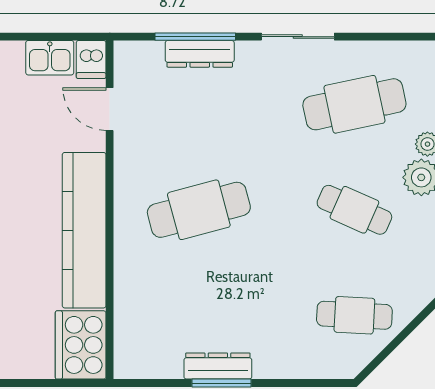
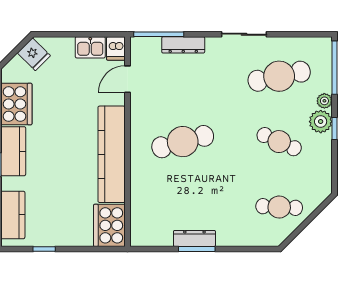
window: (195, 37) -> (159, 34), moved
door: (110, 109) -> (127, 79), hinge flipped

